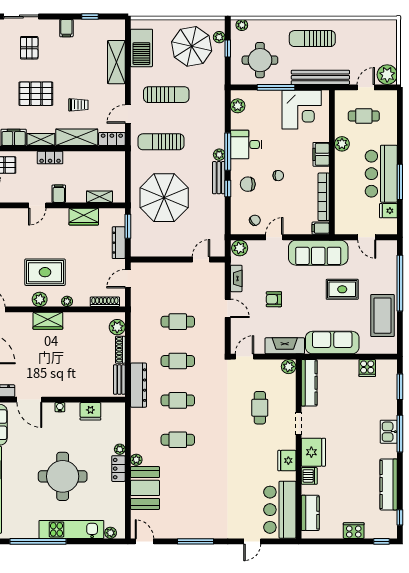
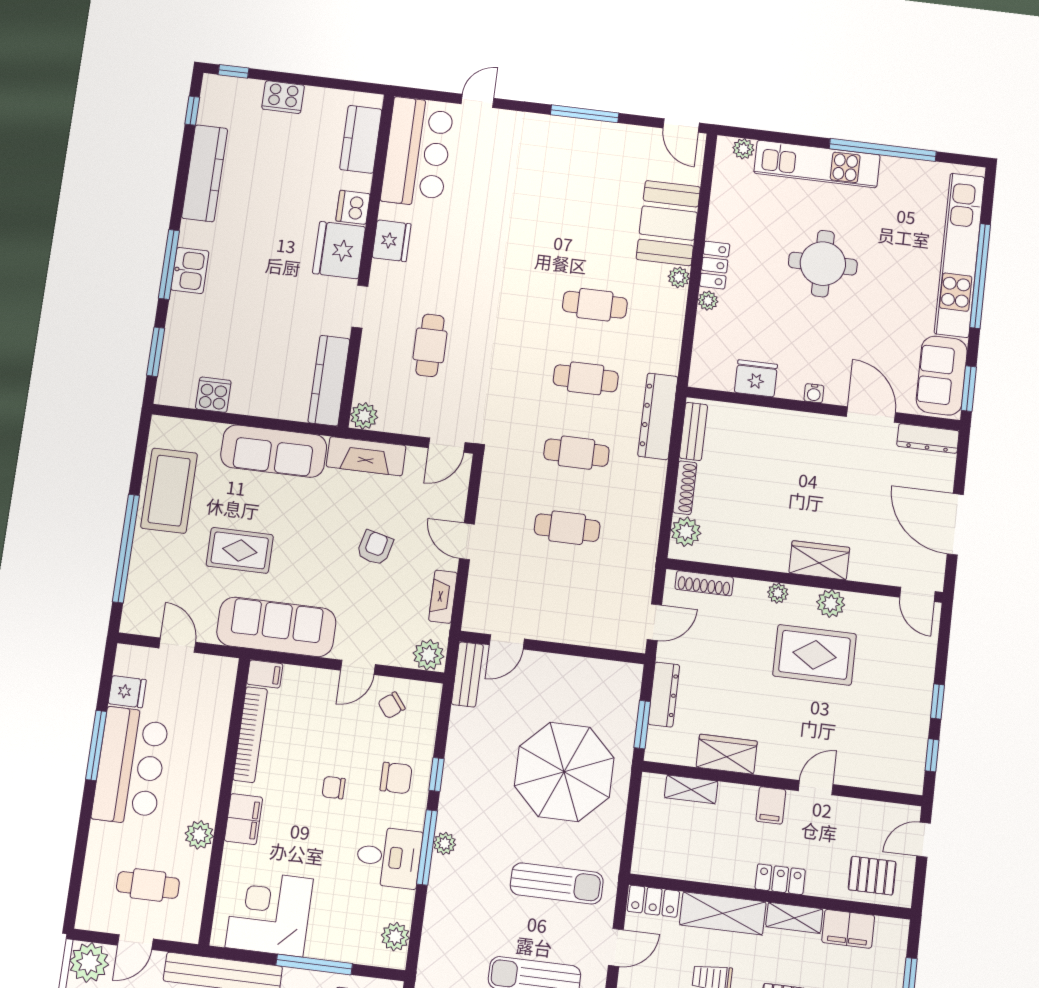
bench: (219, 178) -> (467, 674), moved
armchair: (274, 299) -> (375, 548), turned -76
round table: (63, 476) -> (823, 264), width x0.73, depth x0.73

